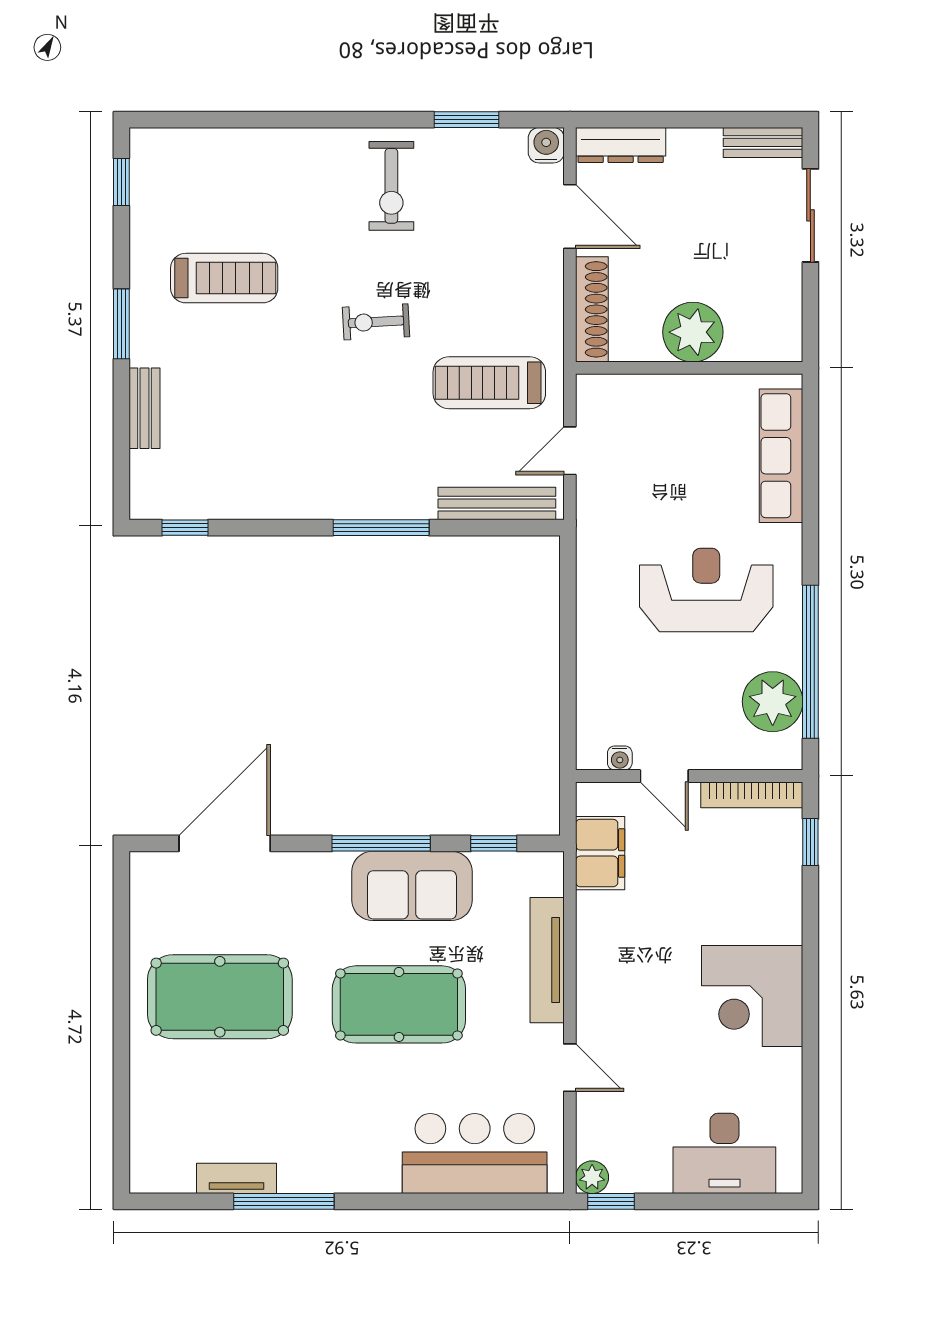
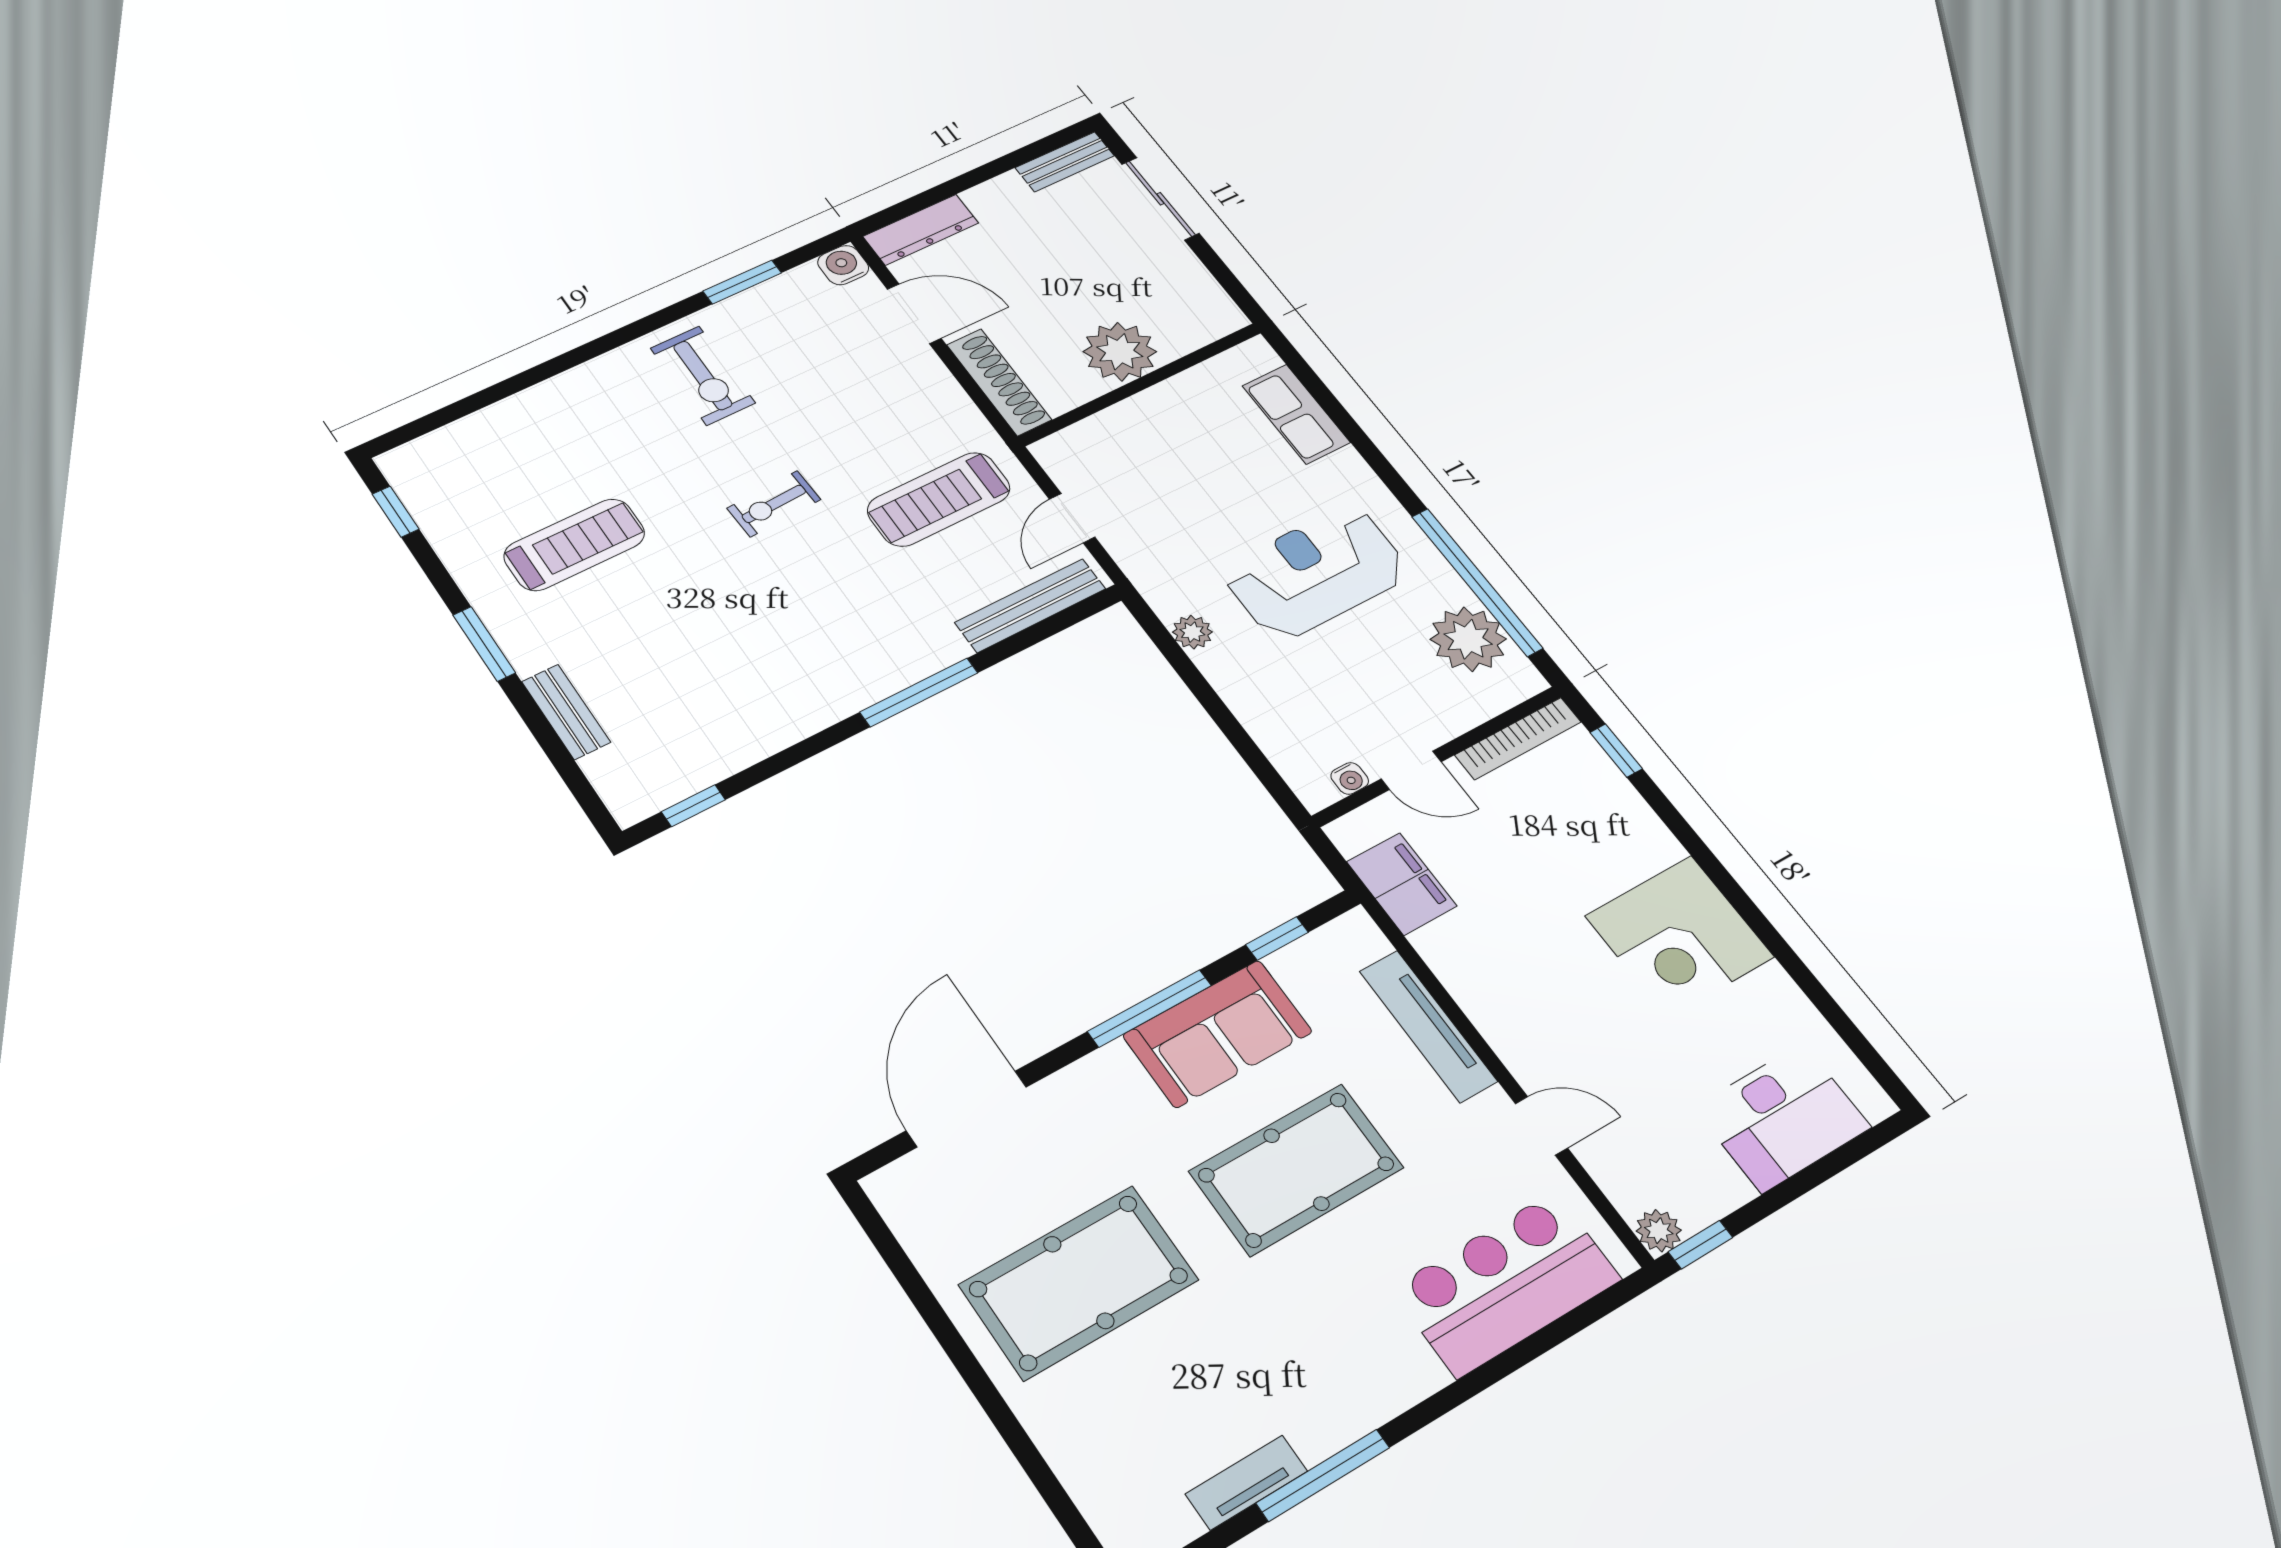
row of seats: (781, 456) -> (1296, 414), width x0.68
plant: (591, 588) -> (1192, 632), added

